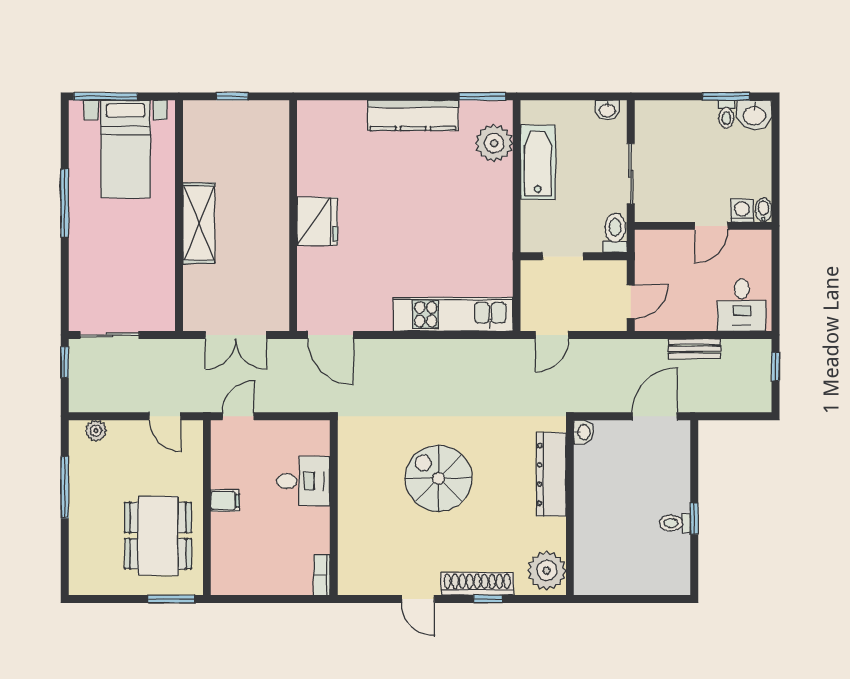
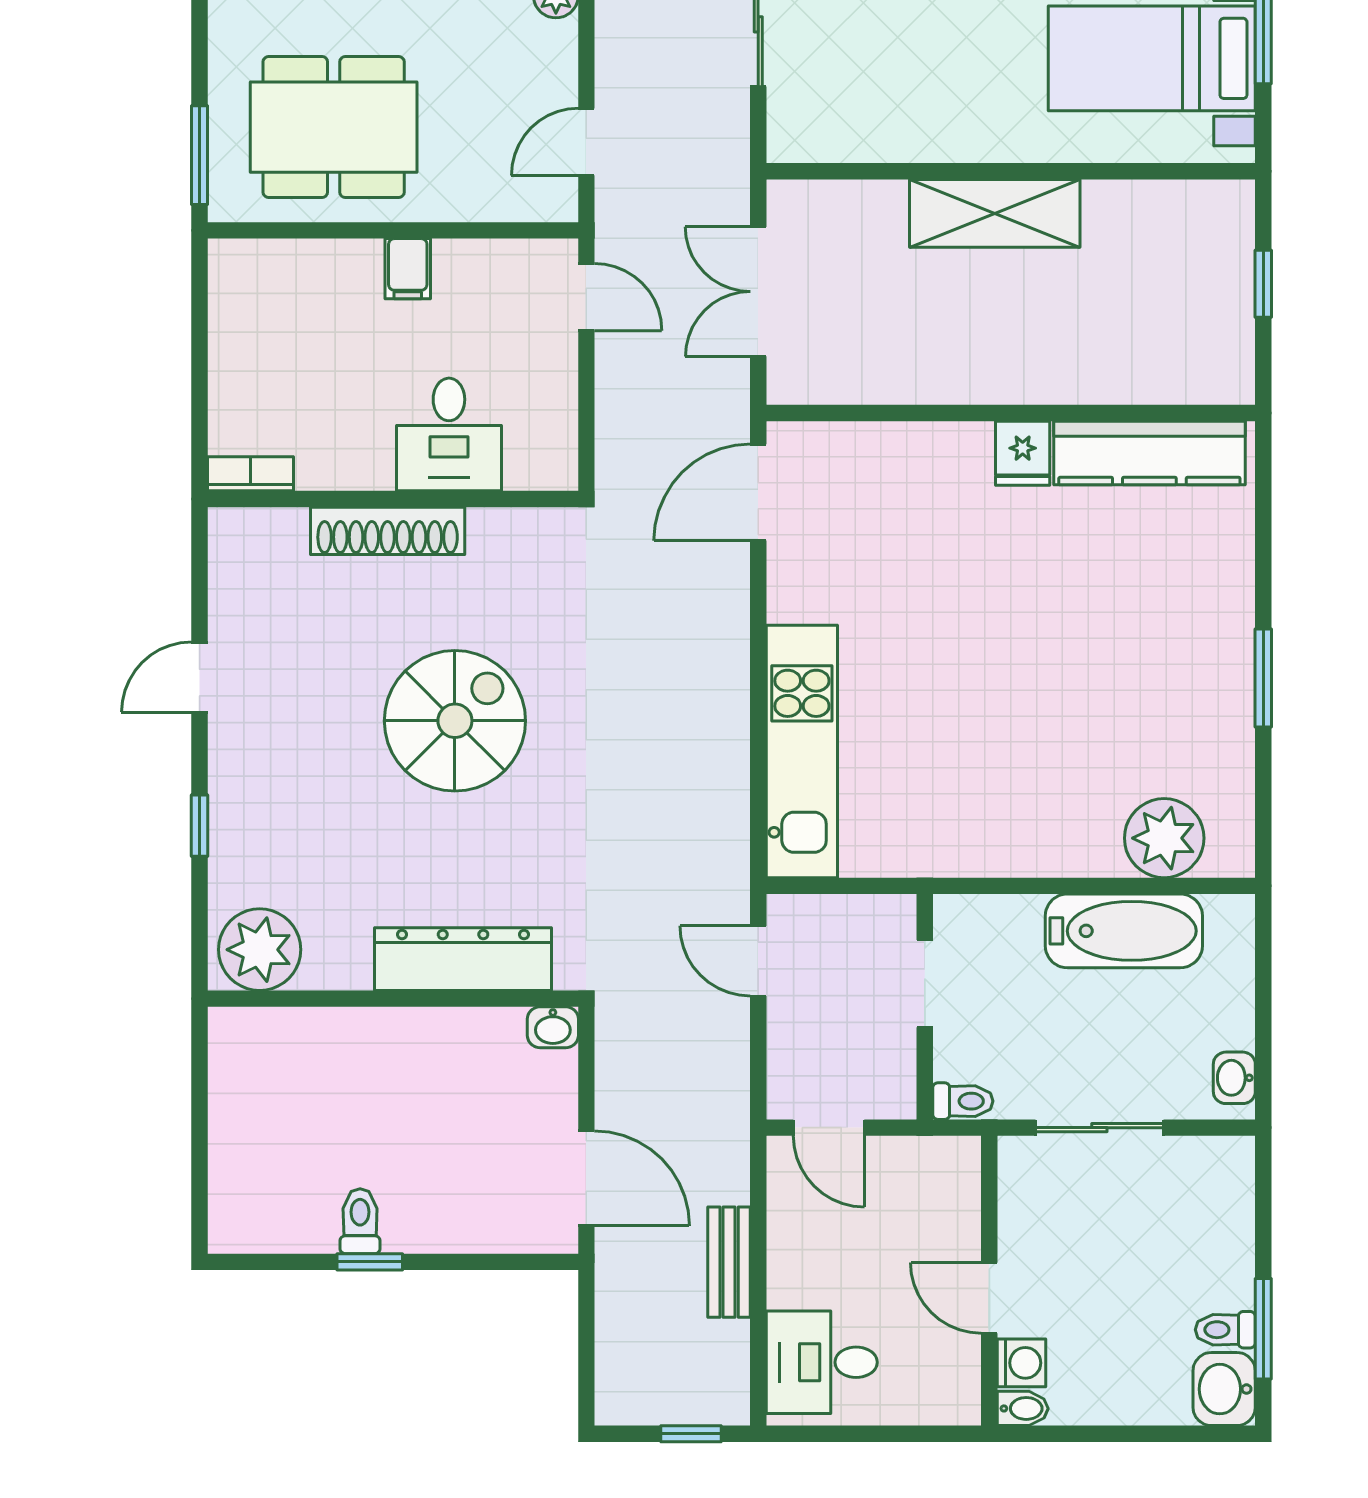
window: (482, 96) -> (1263, 678), moved
kitchen counter: (413, 115) -> (1149, 453), moved, turned -90
fridge: (317, 221) -> (1023, 453), width x0.53, depth x0.75
toilet: (615, 233) -> (963, 1101), width x0.73, depth x0.72
shoe rack: (477, 584) -> (388, 531), moved, turned 90

